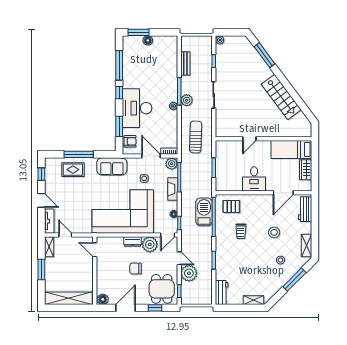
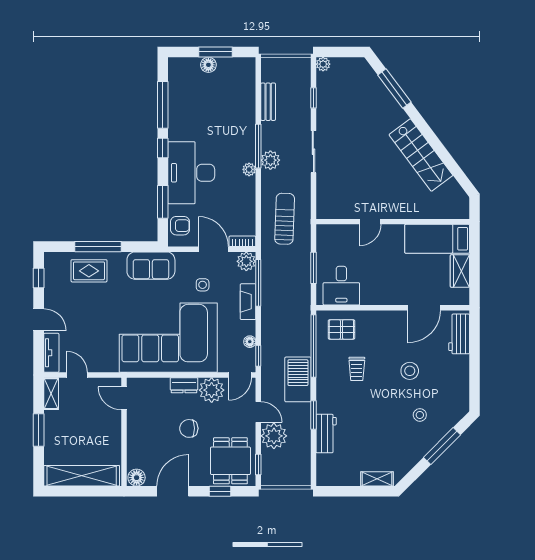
window: (138, 32) -> (216, 52), moved
desk: (254, 179) -> (341, 286), moved
barbecue: (204, 212) -> (298, 379), moved
shelving: (306, 245) -> (461, 392), removed
workbench: (222, 293) -> (326, 434), moved

